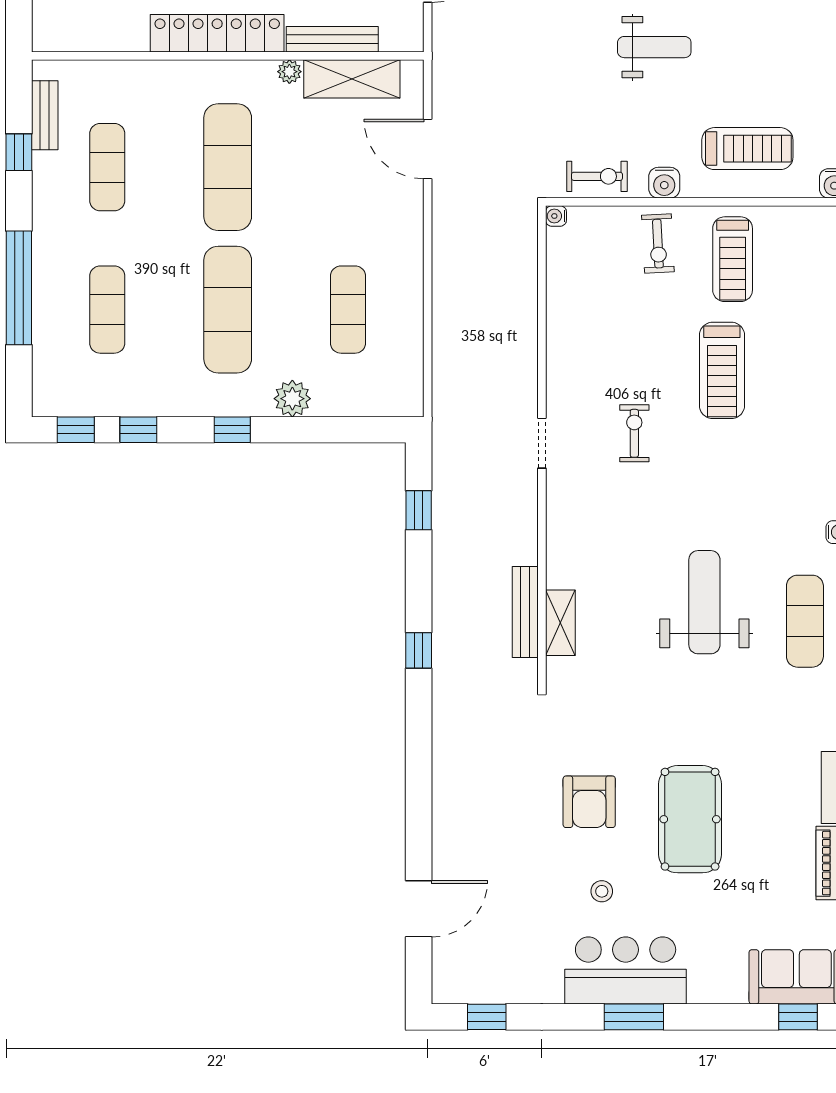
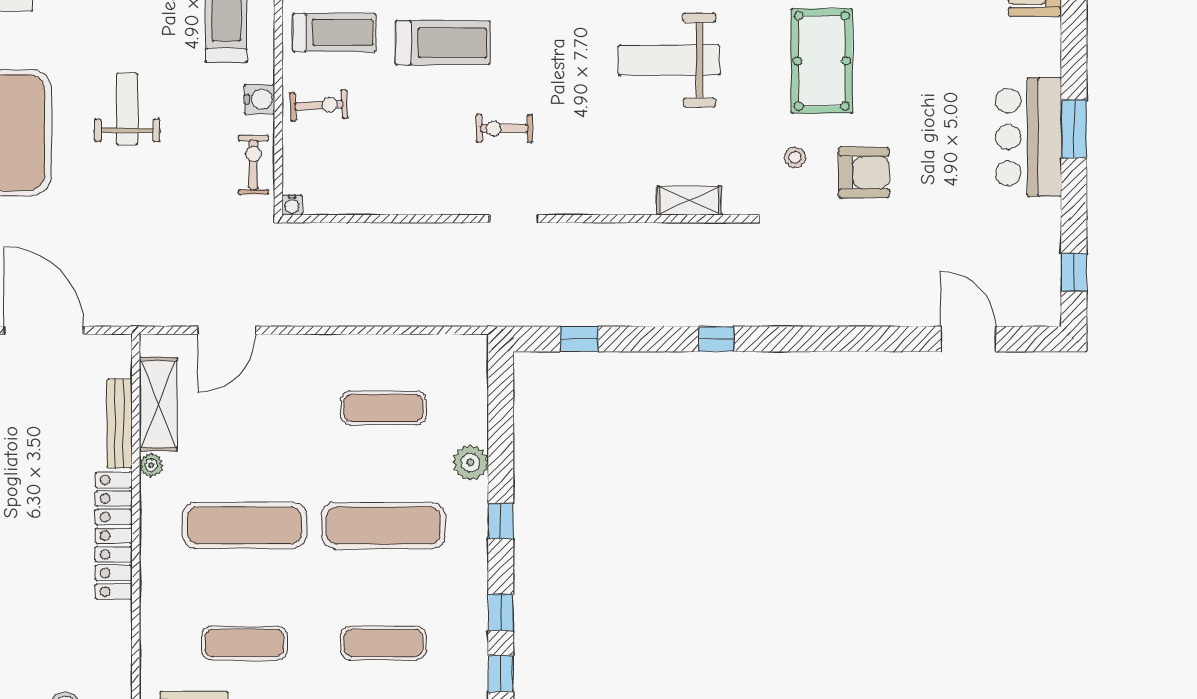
bench: (525, 612) -> (679, 235), removed
pool table: (690, 819) -> (822, 61), moved, turned 90
stool: (602, 891) -> (795, 157), moved

